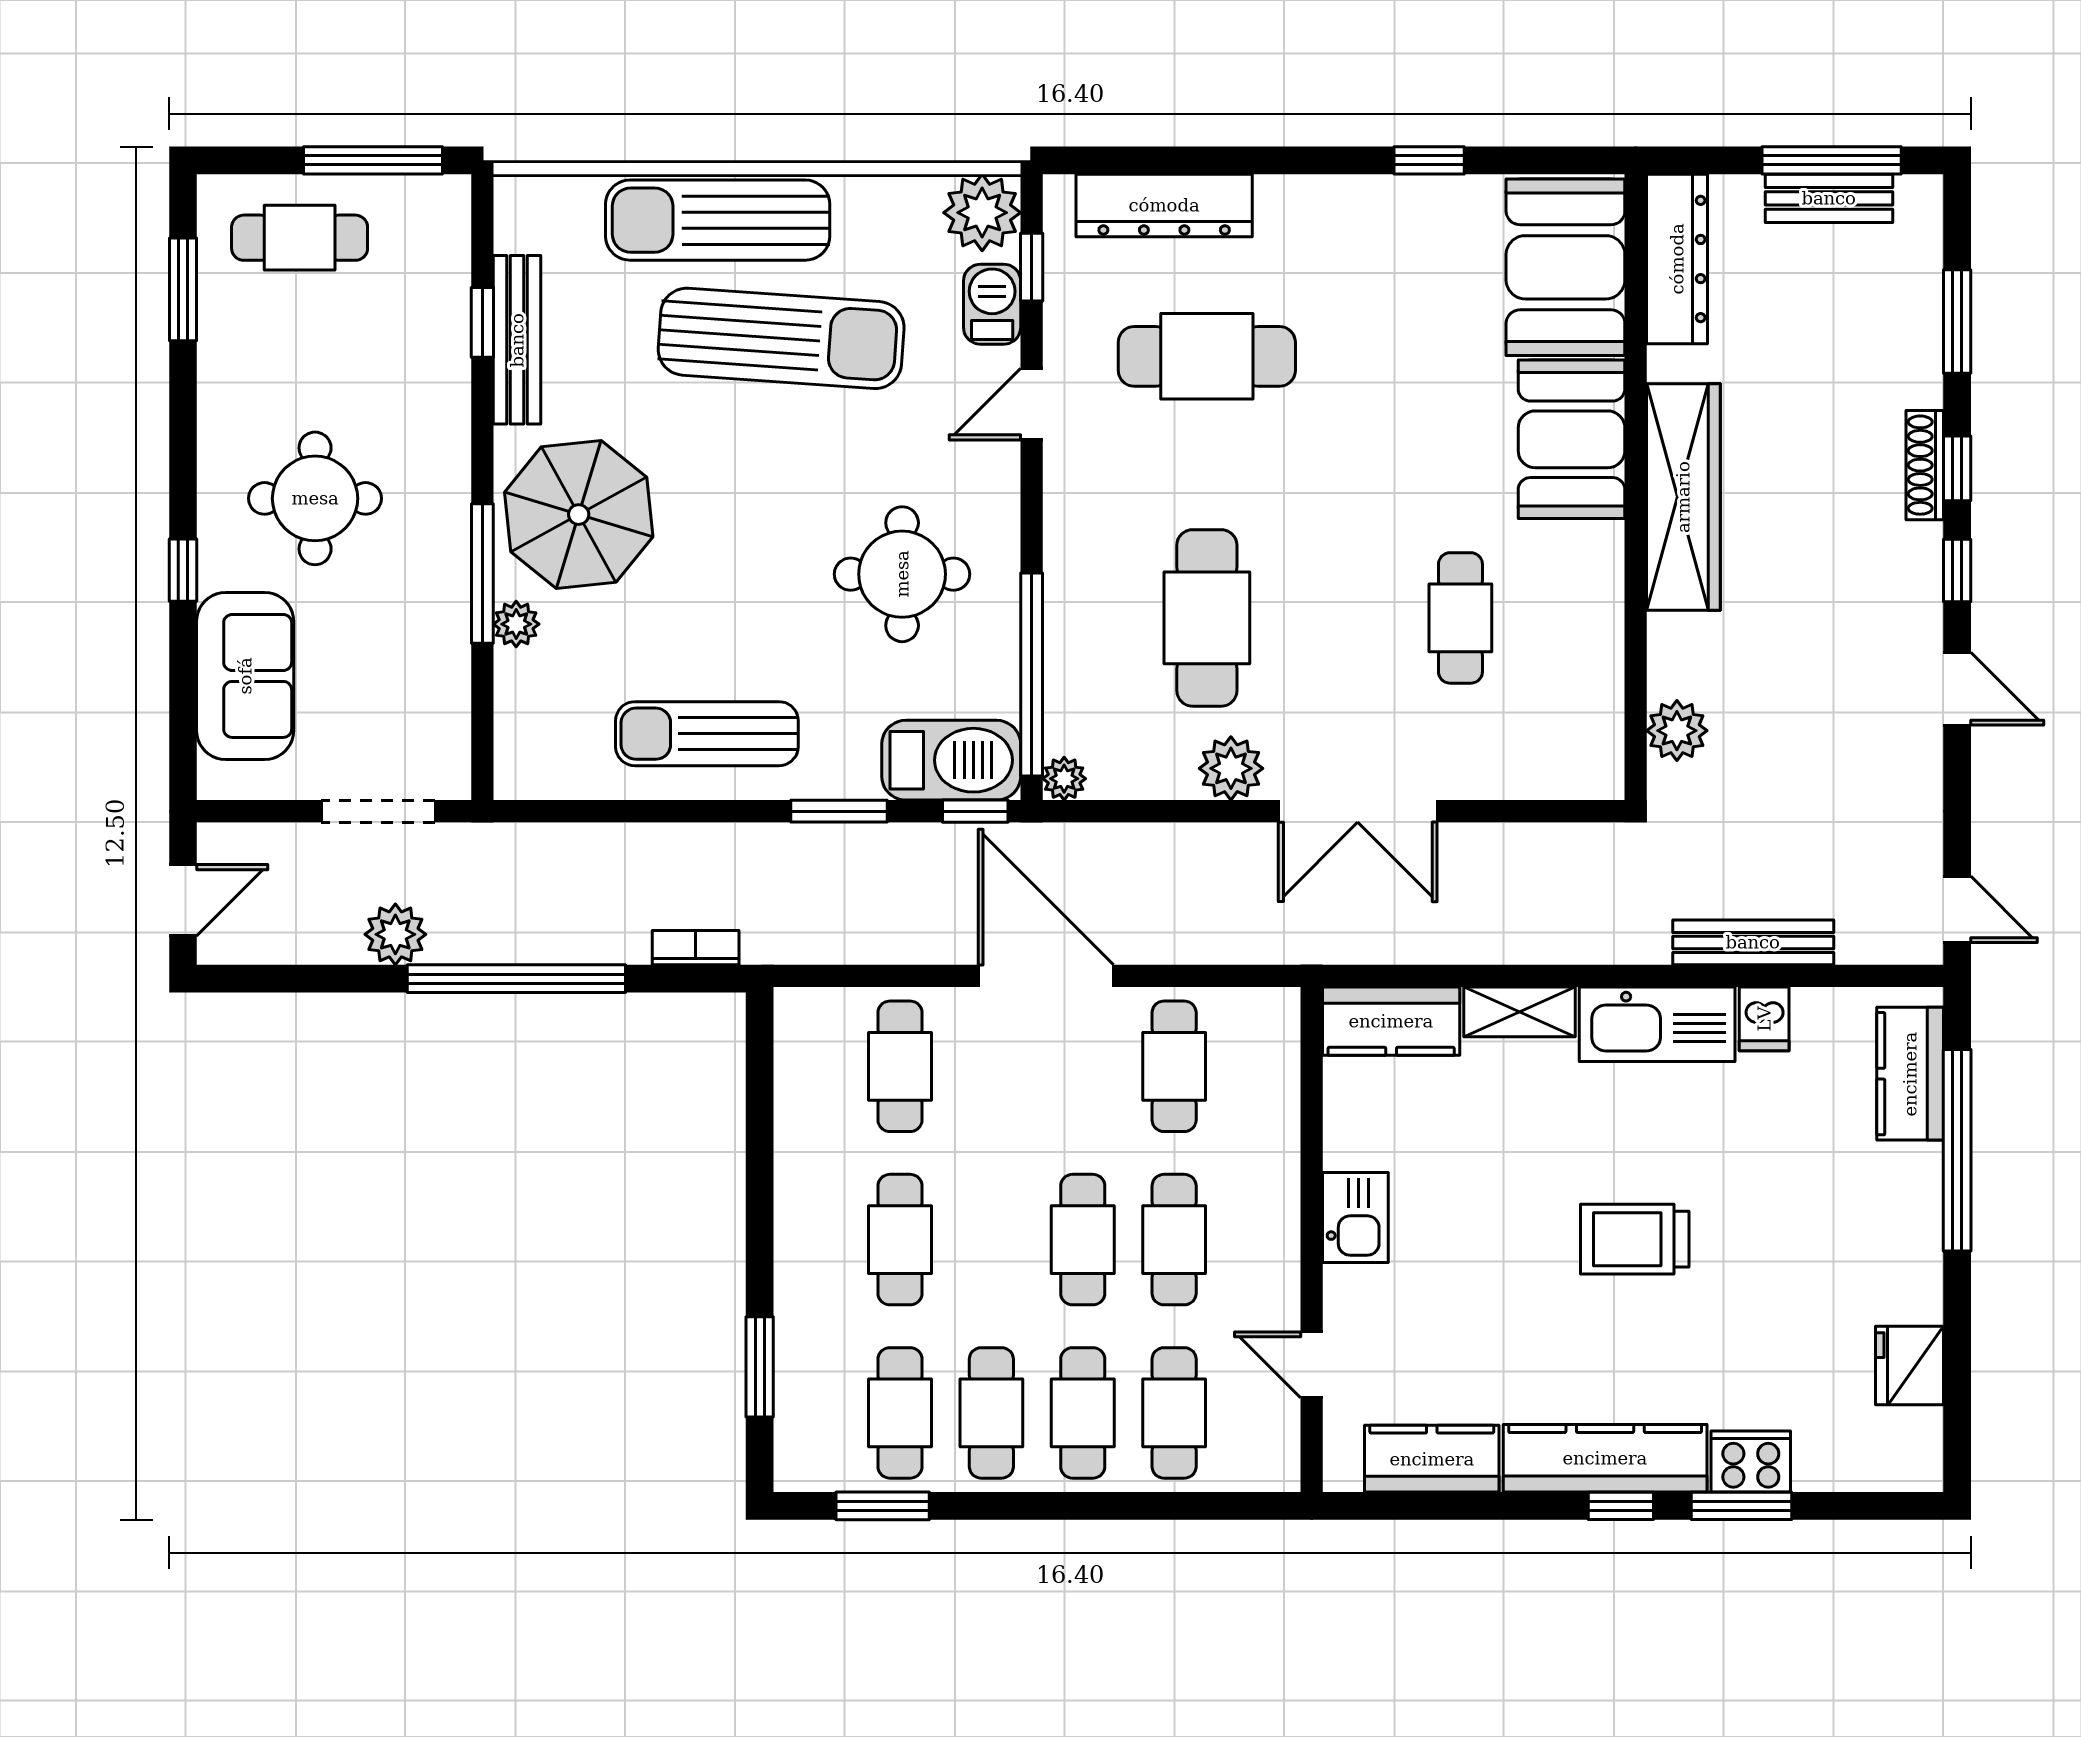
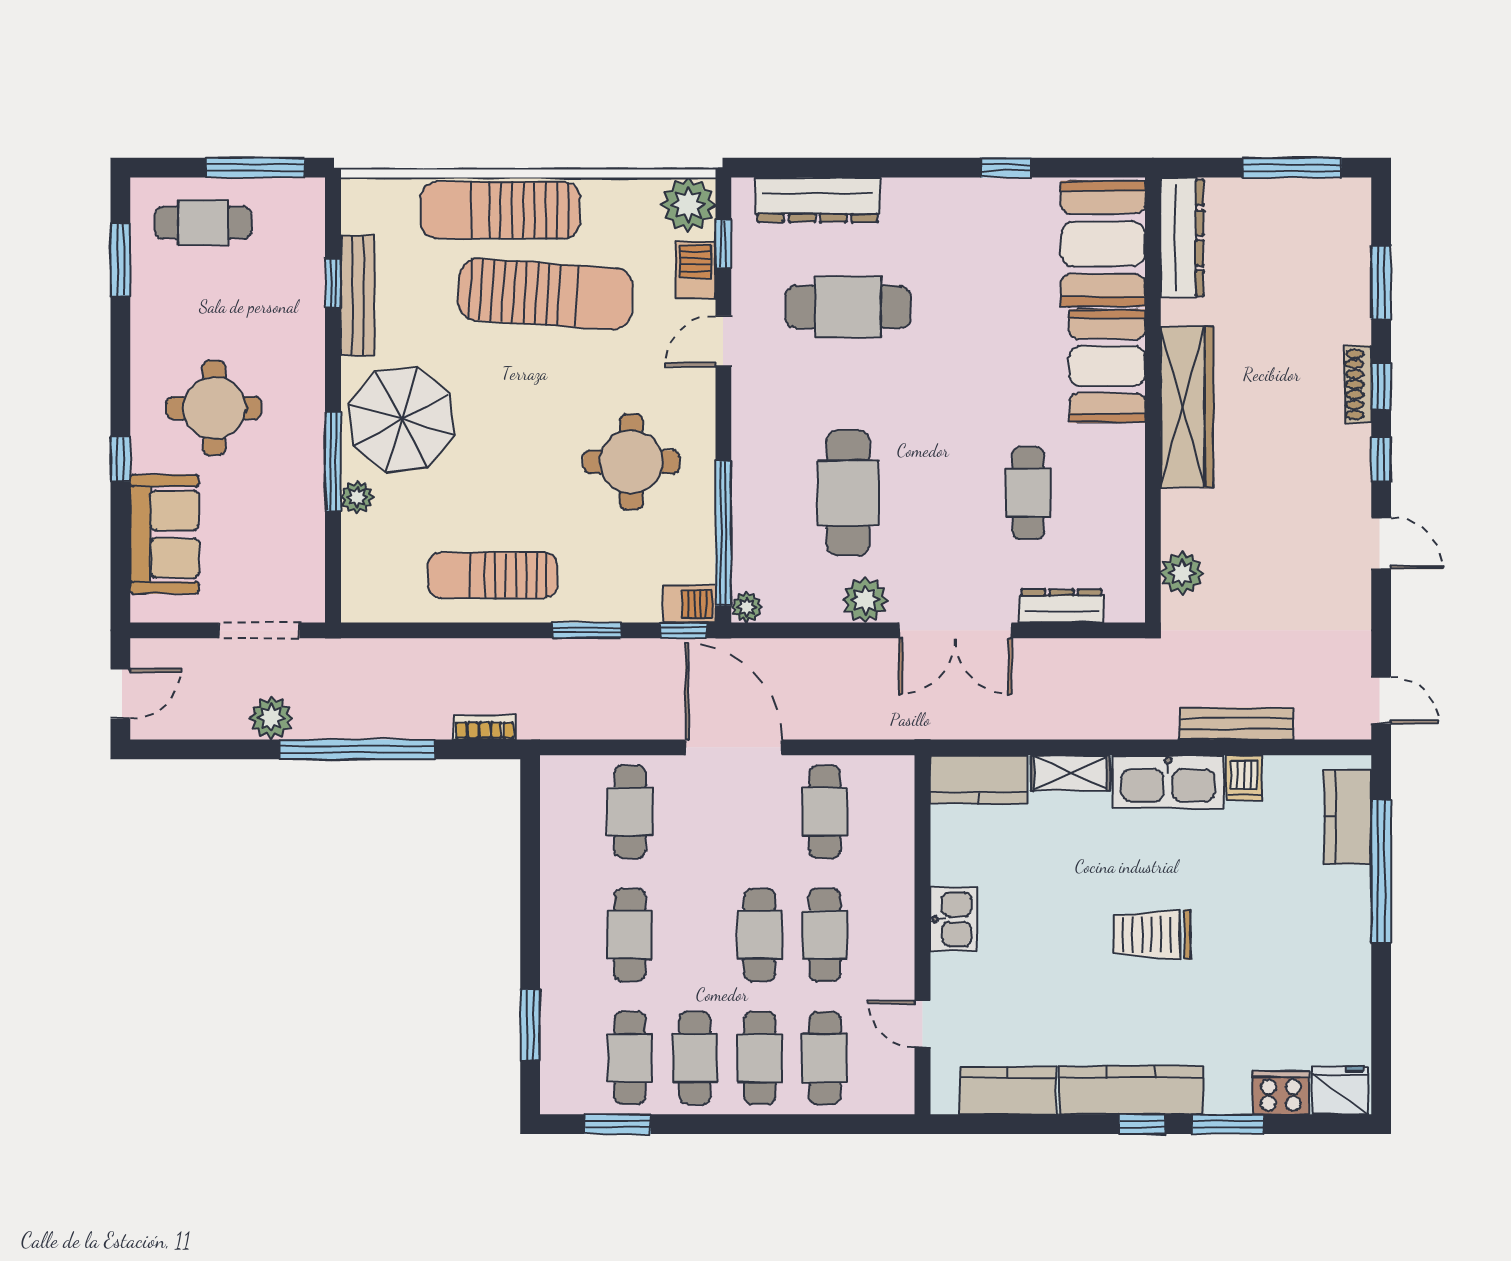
bench: (1829, 198) -> (1290, 195), removed
barbecue: (951, 760) -> (689, 604), width x0.53, depth x0.65
dresser: (1507, 777) -> (1061, 606), added
fridge: (1909, 1366) -> (1340, 1090), moved, turned 90
cooker: (1751, 1462) -> (1281, 1093), moved

